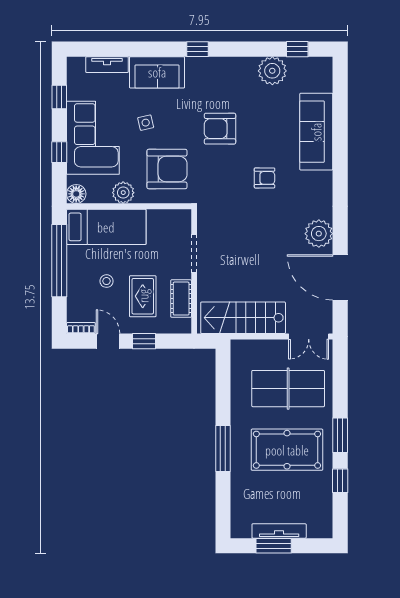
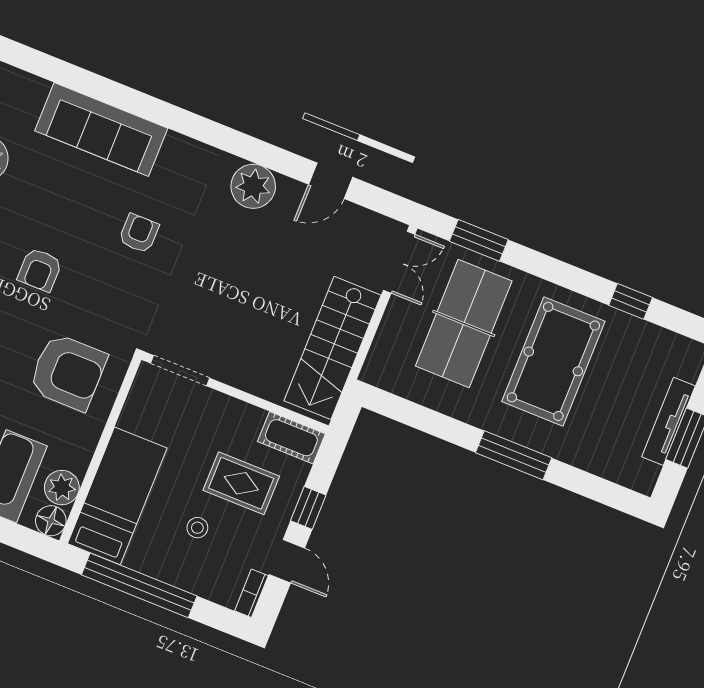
armchair: (220, 129) -> (40, 270), width x0.72, depth x0.72
armchair: (167, 169) -> (68, 372), turned 90
plant: (123, 193) -> (62, 488), moved
doorway: (194, 254) -> (180, 371), moved
door: (340, 277) -> (331, 181), width x0.53
cot: (181, 299) -> (291, 438), moved
door: (108, 341) -> (287, 561), swing flipped
window: (340, 435) -> (479, 240), moved

